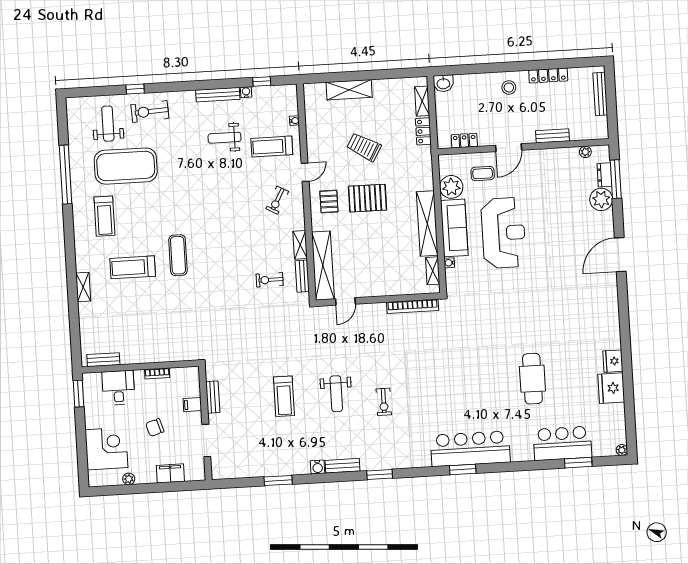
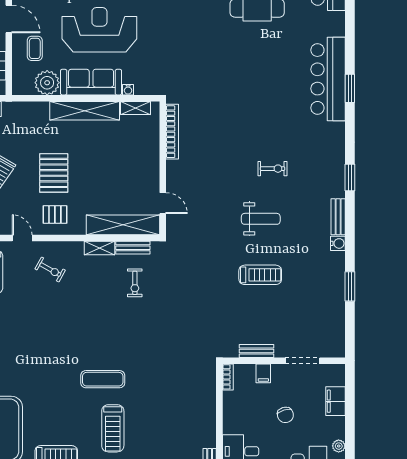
bookcase: (157, 373) -> (228, 377), moved

